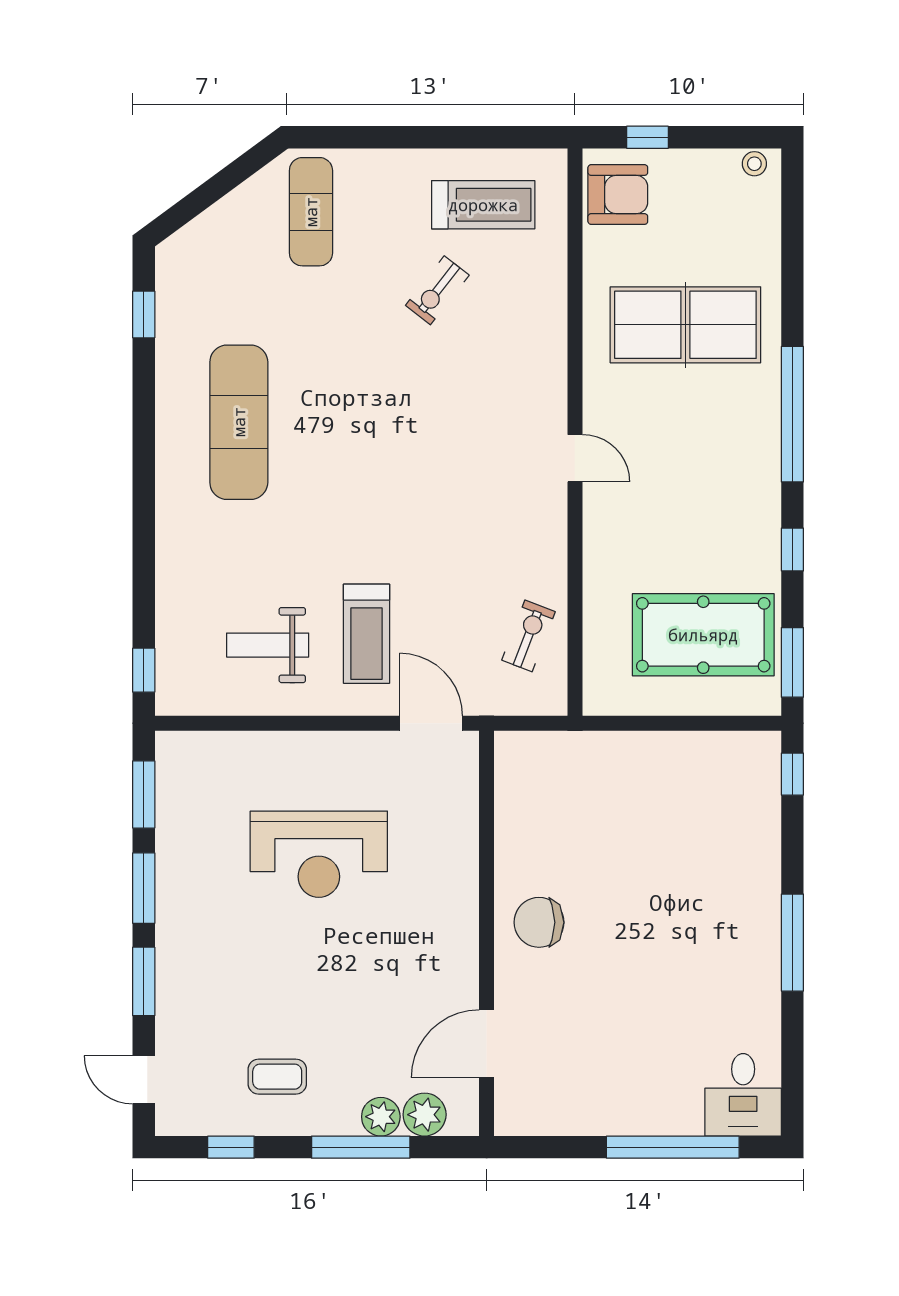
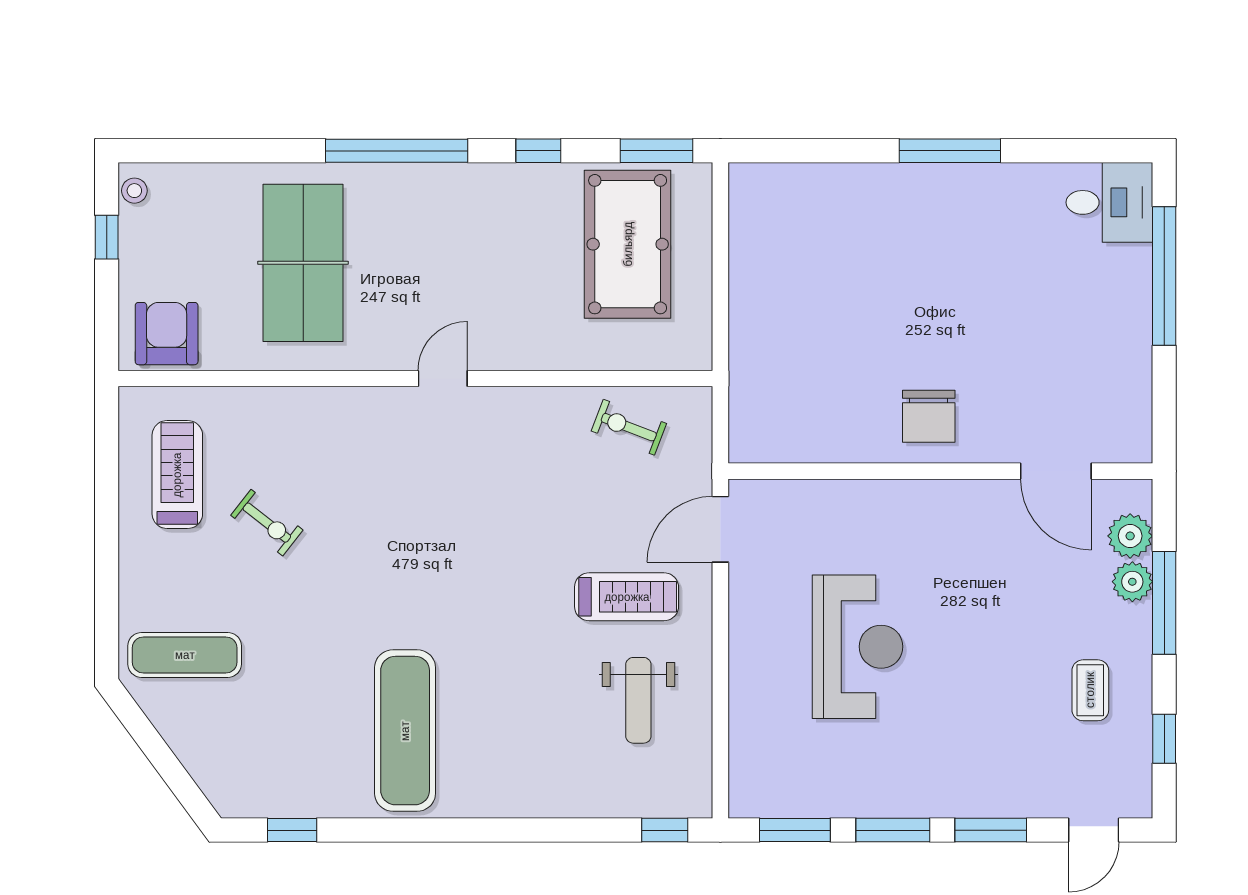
window: (647, 137) -> (107, 237), moved
exercise mat: (239, 422) -> (405, 731), turned 90
window: (792, 774) -> (773, 151), removed

